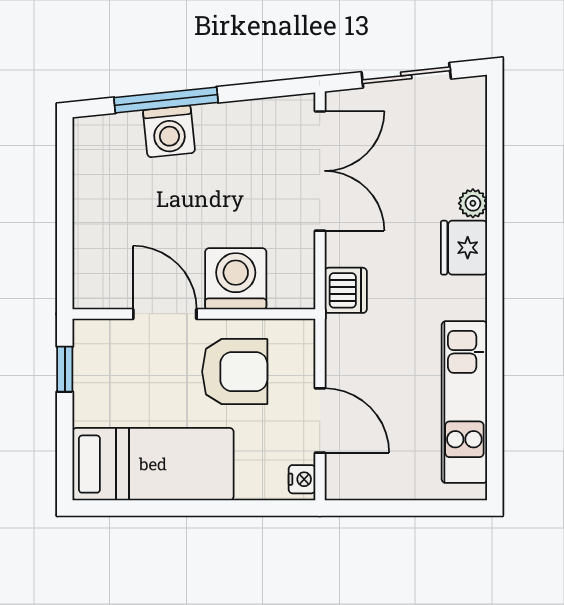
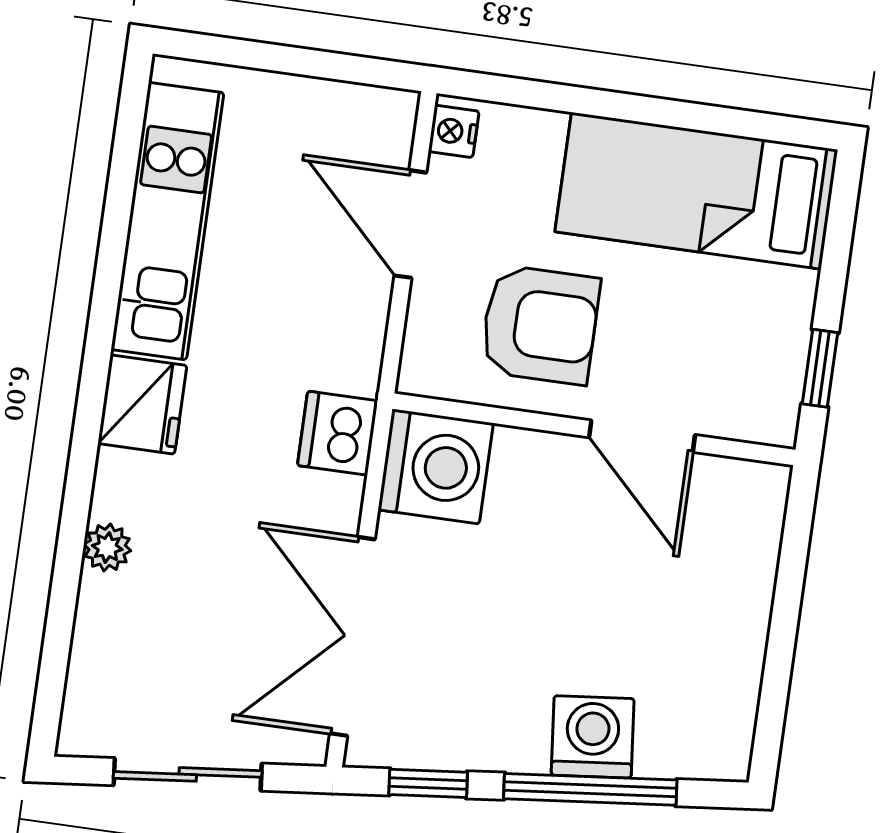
window: (263, 90) -> (428, 783), added
fridge: (464, 248) -> (142, 405), moved
washing machine: (236, 279) -> (436, 466), moved, turned -90
armchair: (235, 372) -> (540, 325), turned 180

